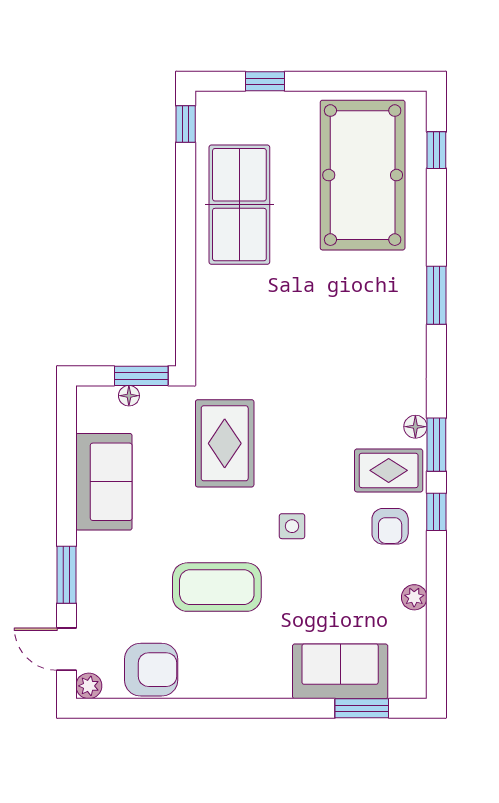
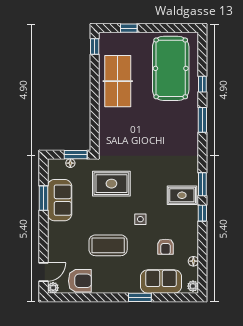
window: (436, 150) -> (202, 84), moved
floor lamp: (415, 427) -> (193, 261), moved
rug: (225, 443) -> (111, 184), turned 90
armchair: (390, 526) -> (166, 247), moved
window: (66, 575) -> (44, 198), moved
plant: (414, 597) -> (193, 286), moved
door: (66, 649) -> (44, 272), swing flipped
window: (362, 708) -> (140, 297), moved

